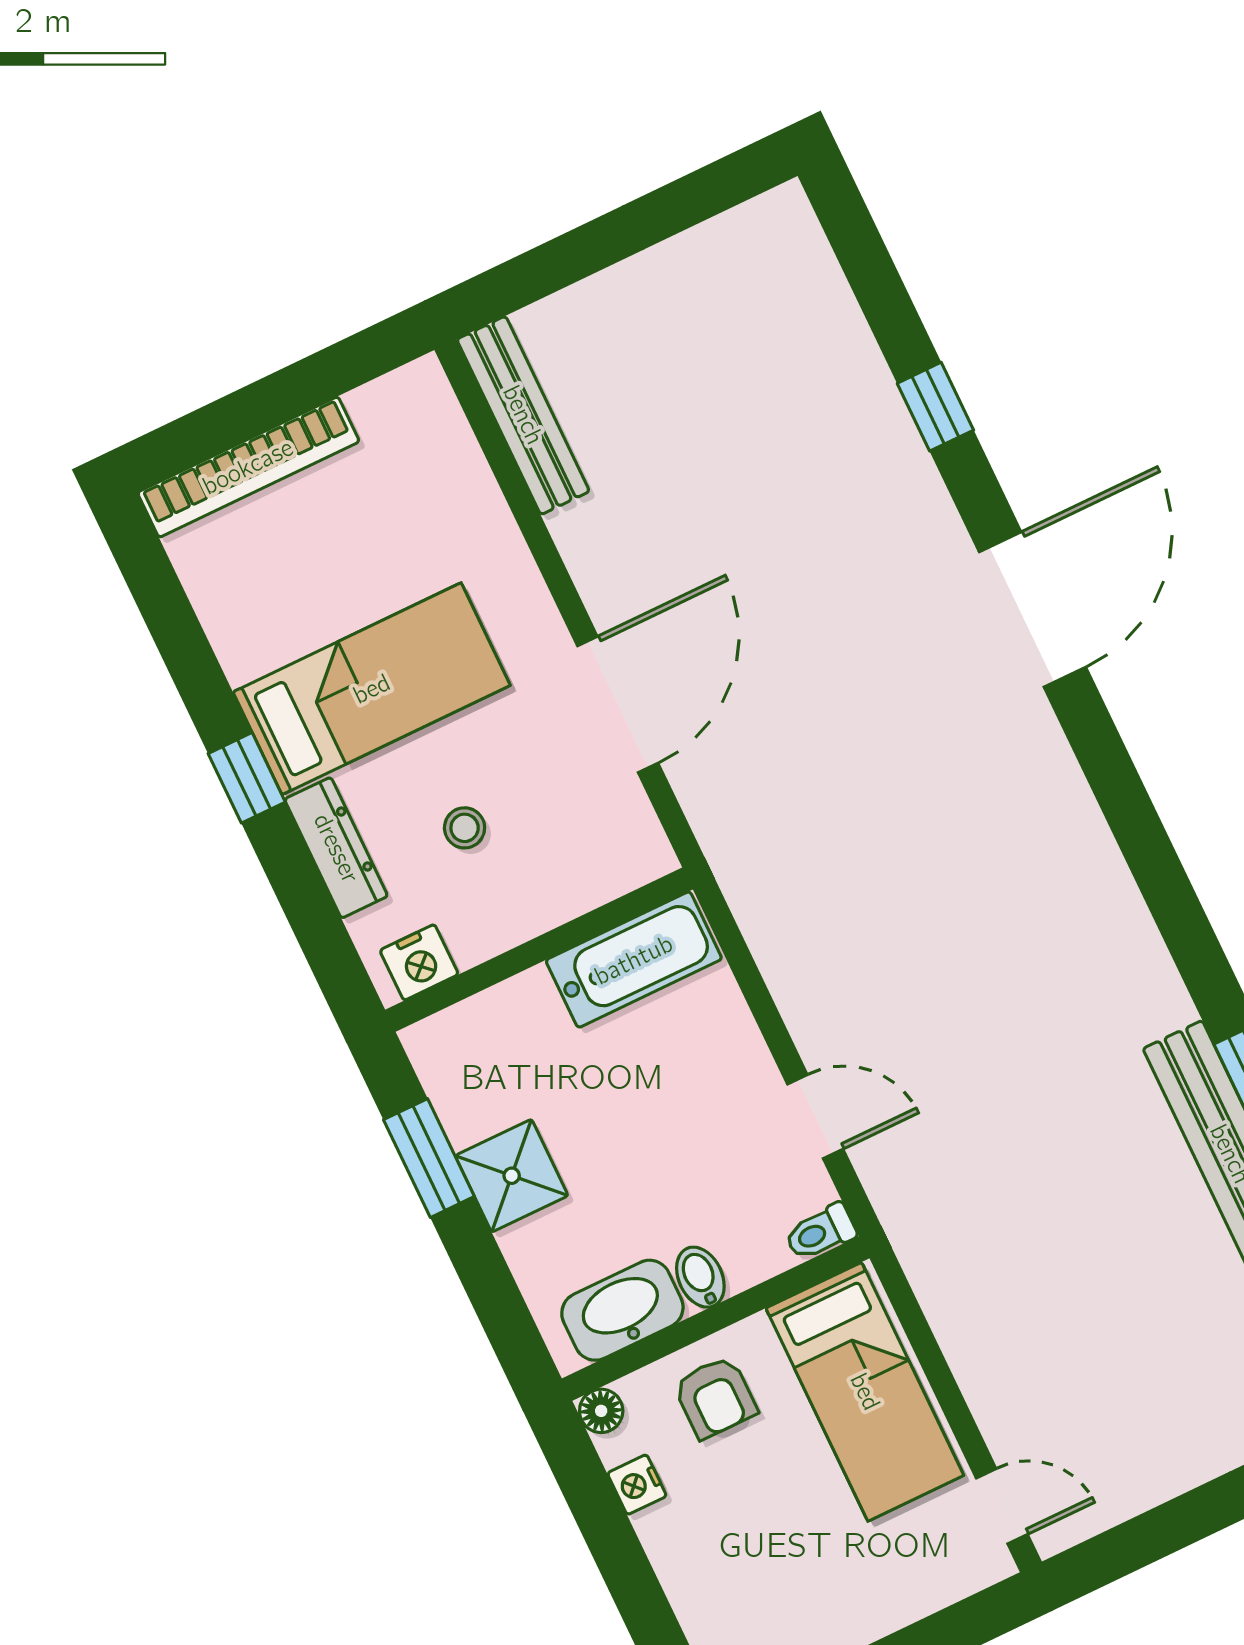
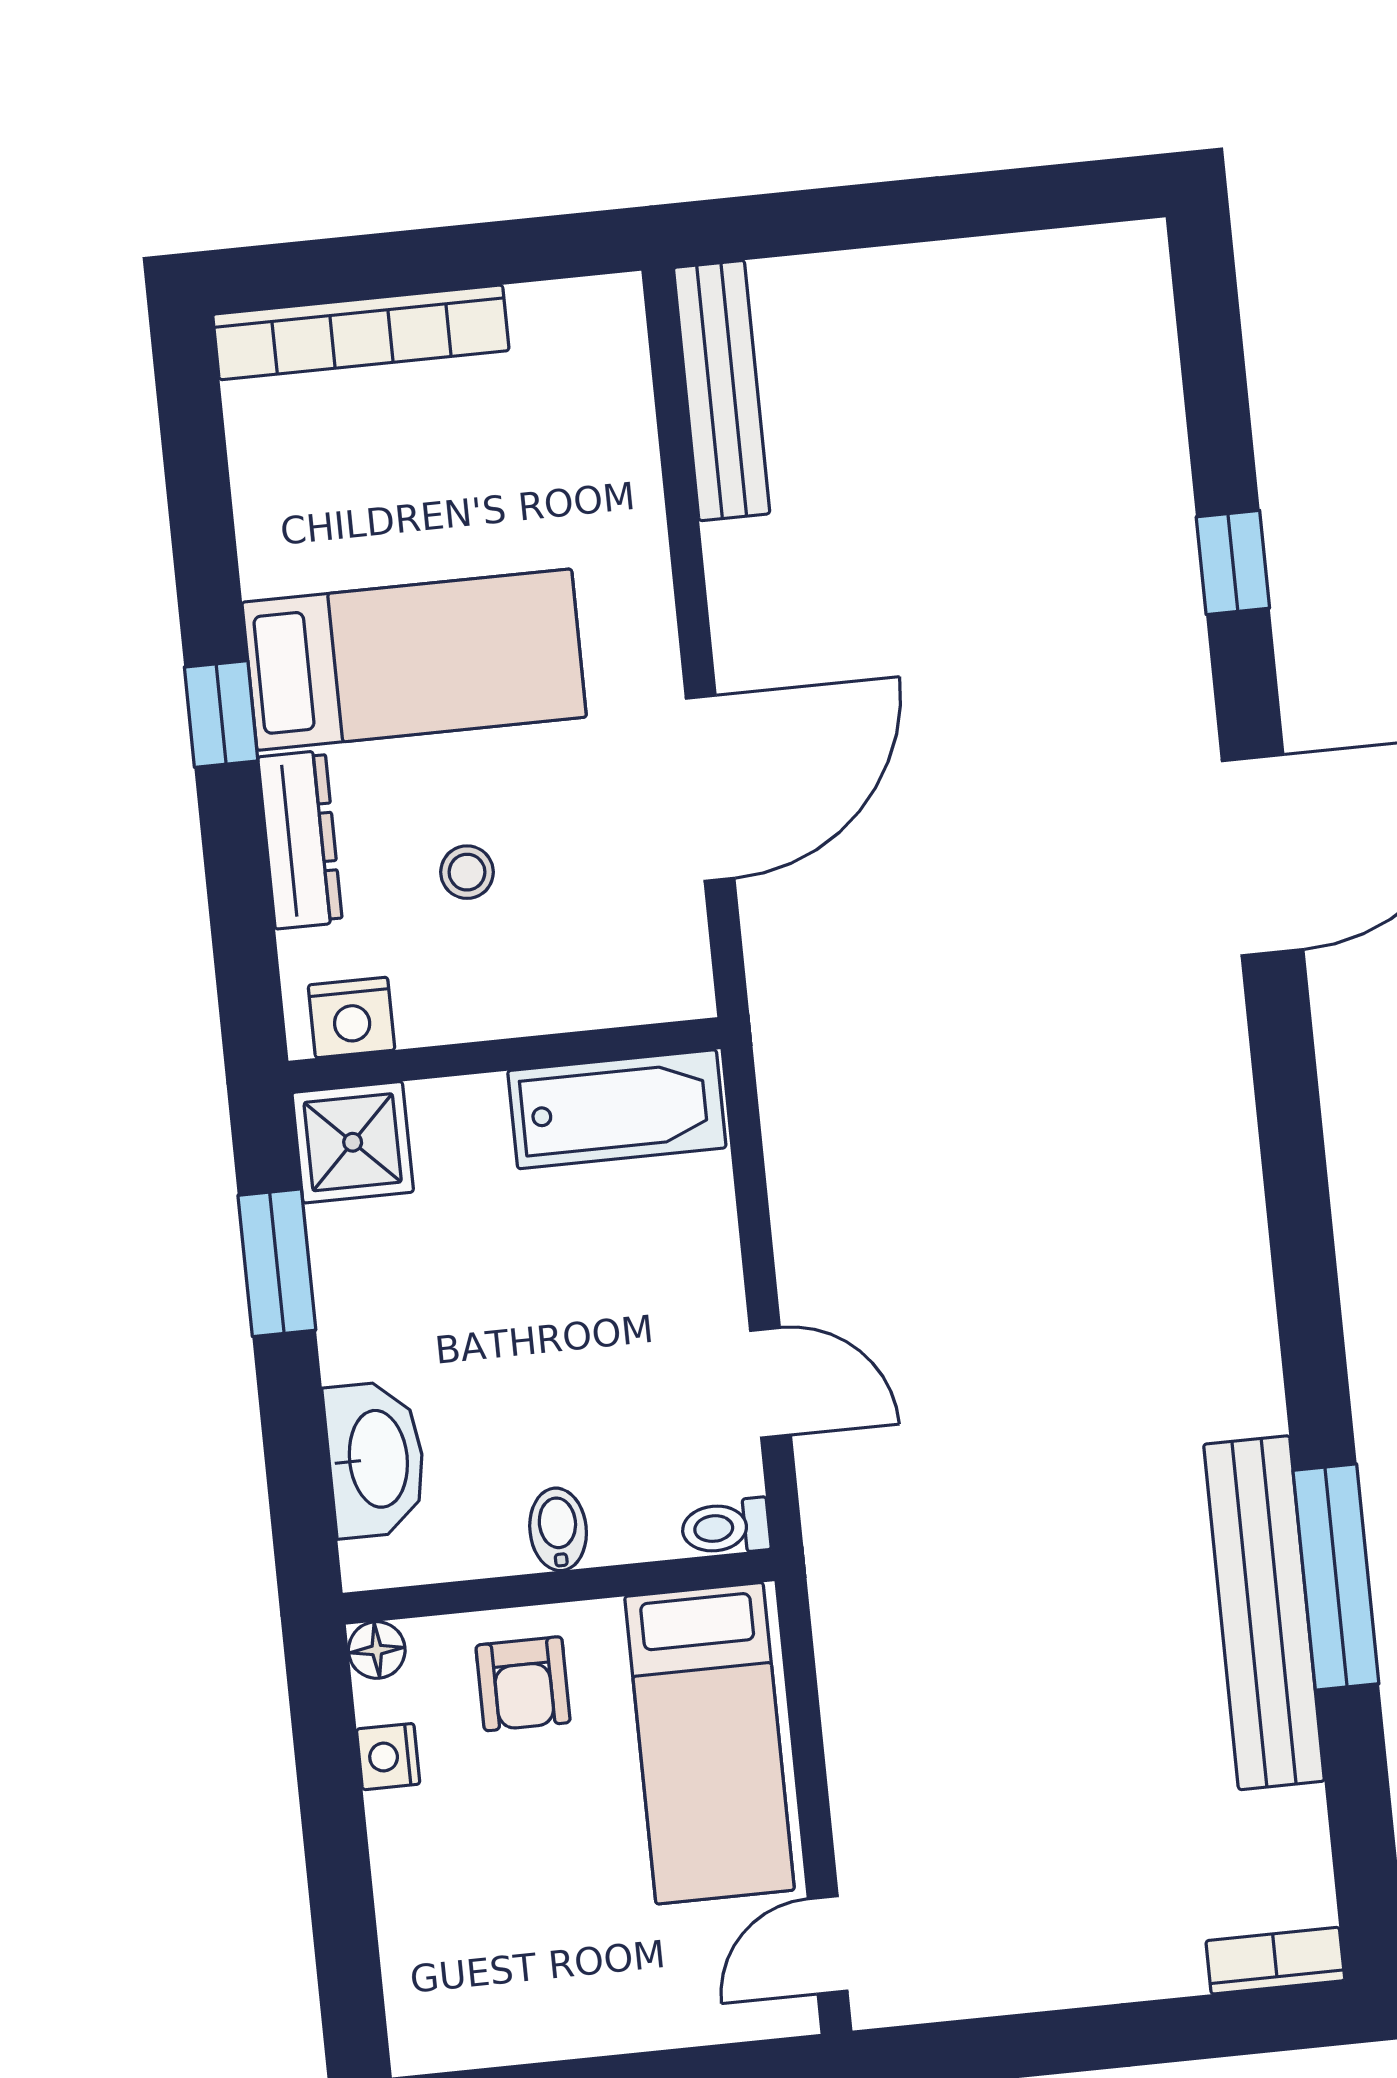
shower: (512, 1176) -> (353, 1142), moved
washbasin: (622, 1310) -> (376, 1459), moved, turned 90
door: (1002, 1506) -> (828, 1945), swing flipped

